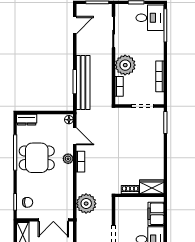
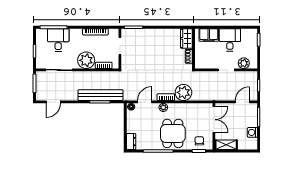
desk: (150, 18) -> (58, 40), moved
door: (75, 25) -> (53, 102), swing flipped
dining table: (37, 158) -> (173, 133), moved
plant: (86, 204) -> (183, 92), moved

